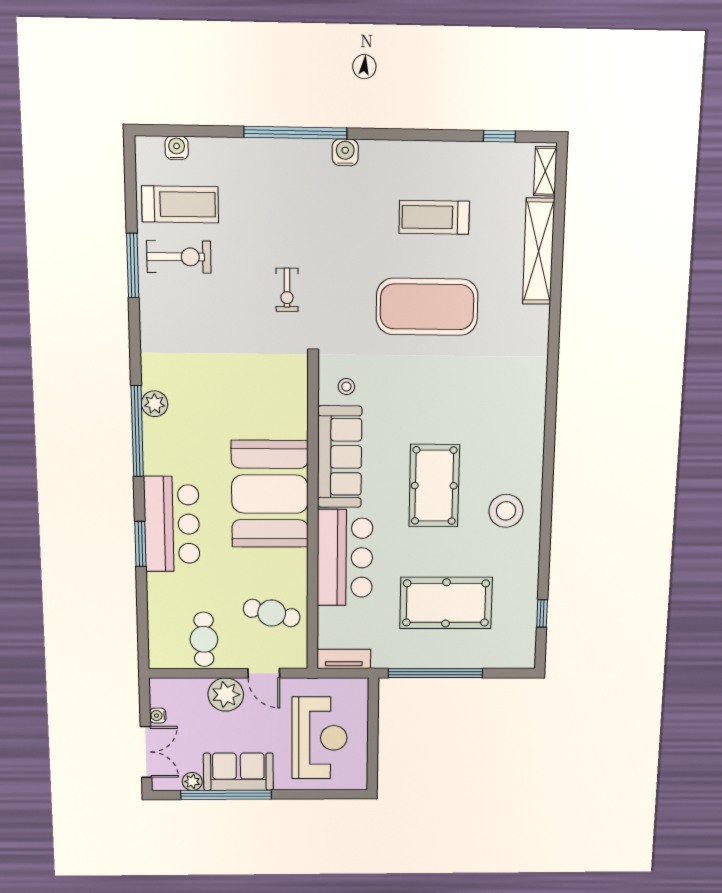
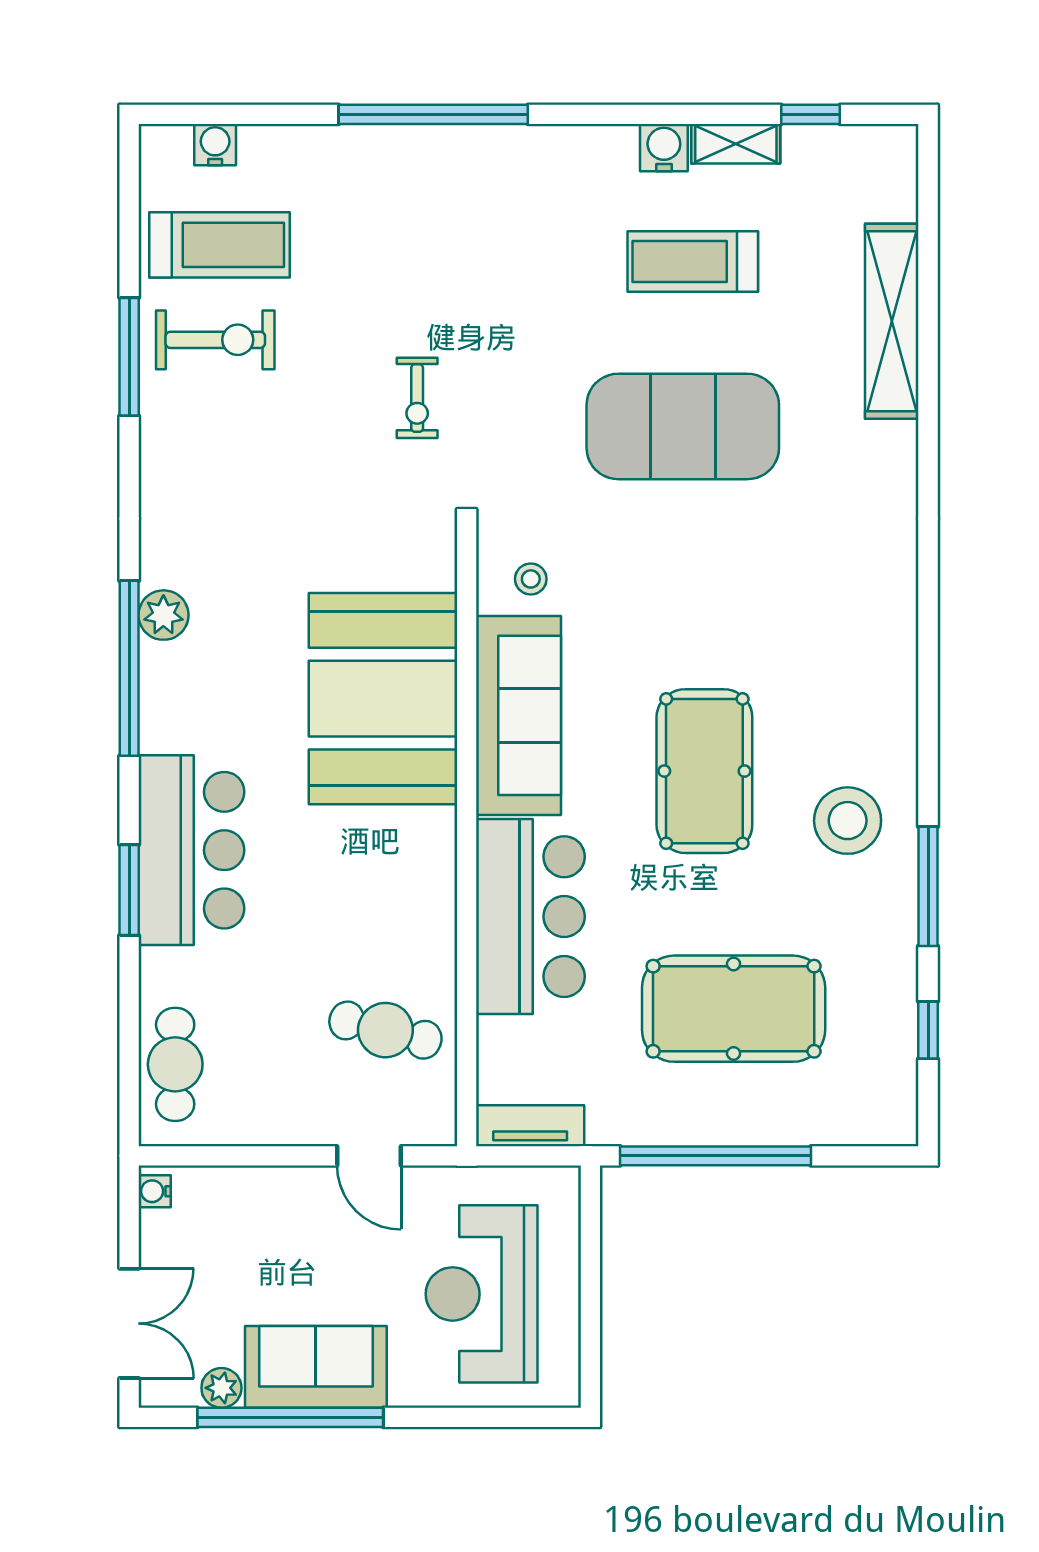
water cooler: (345, 152) -> (664, 148), moved
shelving: (545, 171) -> (736, 144), moved, turned 90
booth: (270, 494) -> (383, 699), moved
window: (545, 544) -> (928, 886), added
cafe table: (204, 639) -> (175, 1064), moved
plant: (226, 695) -> (292, 1201), removed
water cooler: (158, 716) -> (155, 1191), moved
reception desk: (320, 738) -> (482, 1294), turned 180

